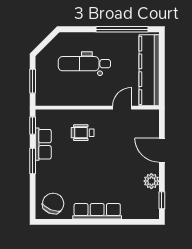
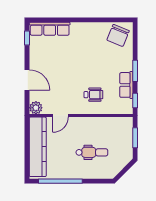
dental chair: (84, 64) -> (92, 152), width x0.73, depth x0.72
plant: (151, 181) -> (36, 108), moved
row of seats: (97, 211) -> (50, 29), moved

